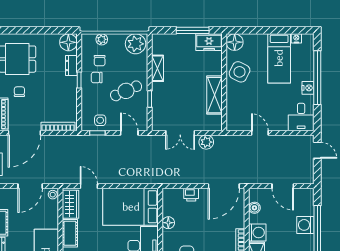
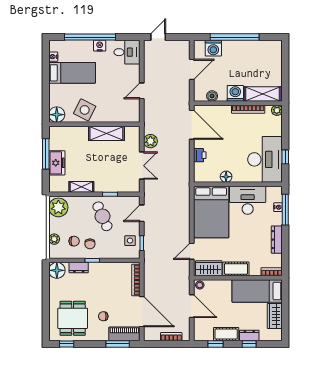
freezer: (209, 42) -> (57, 163), moved
washing machine: (305, 225) -> (213, 48), moved

